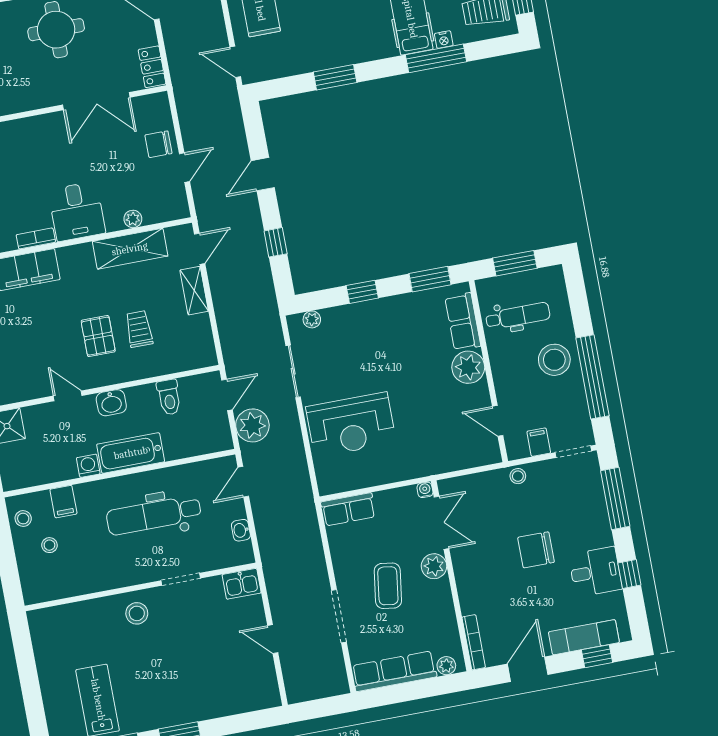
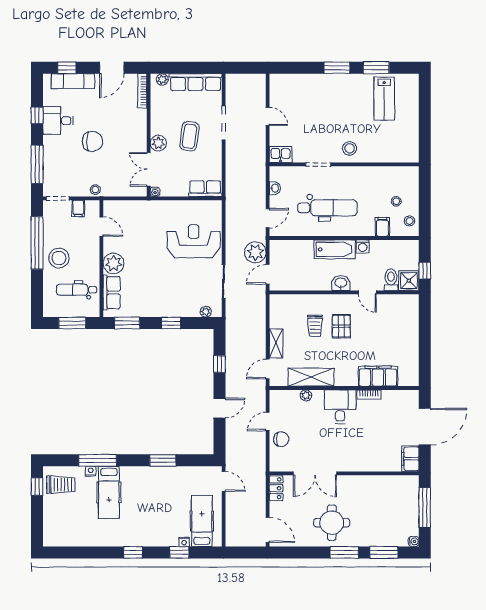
double door: (96, 101) -> (315, 473), swing flipped
toilet: (169, 397) -> (391, 280), moved

